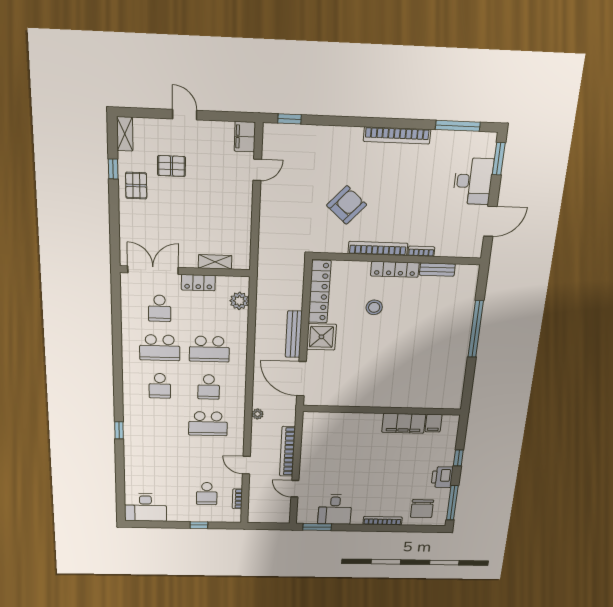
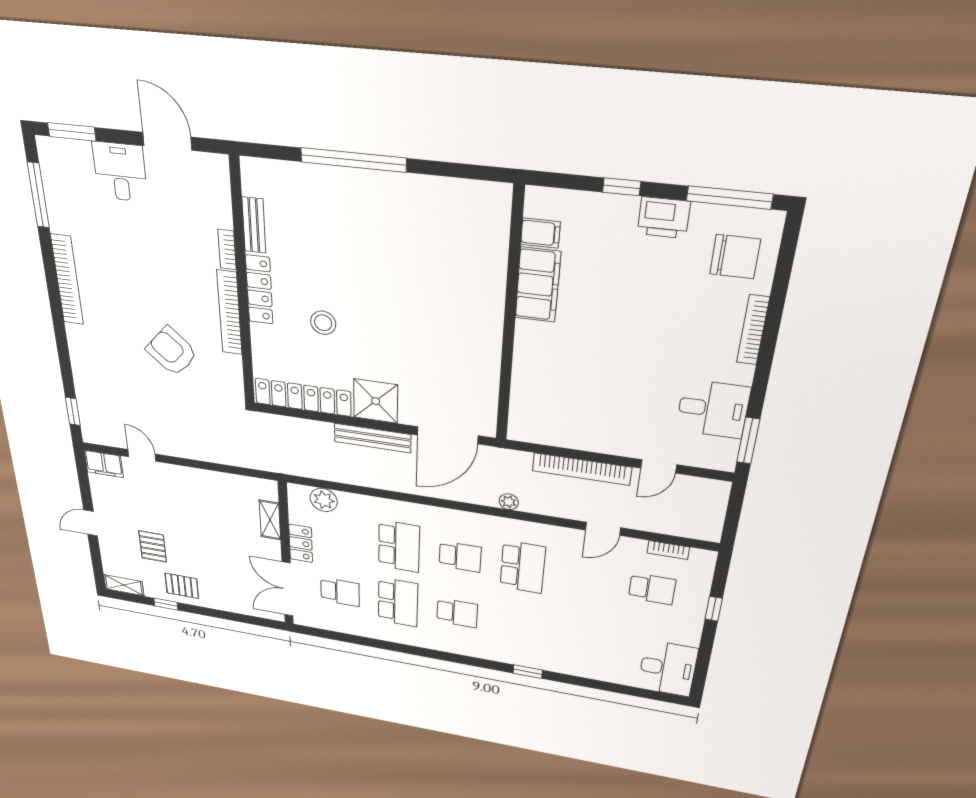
desk: (473, 181) -> (120, 172), width x0.73

